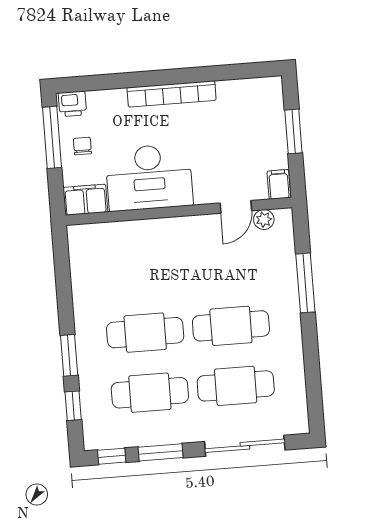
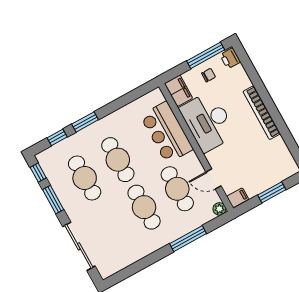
plant: (264, 220) -> (219, 209), moved
bar counter: (138, 244) -> (167, 132), added
cafe table: (236, 386) -> (177, 189), moved

